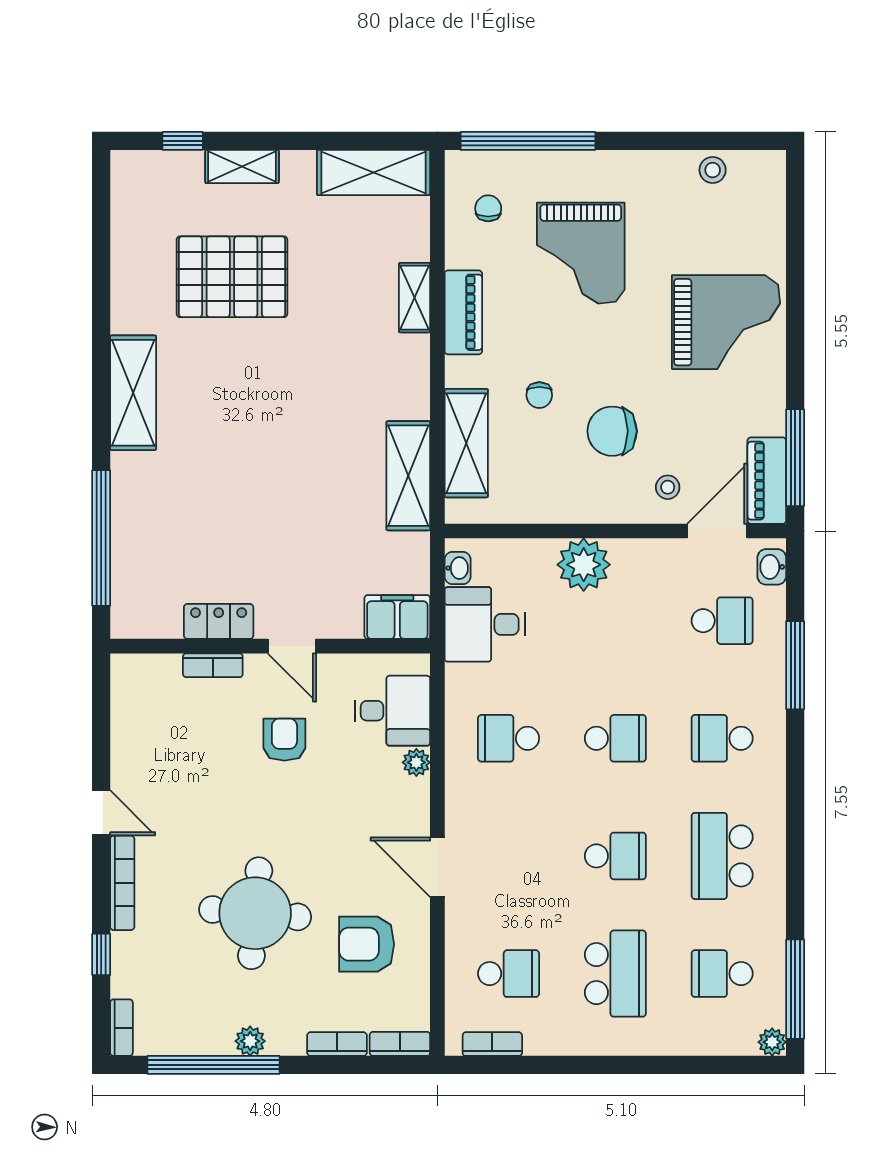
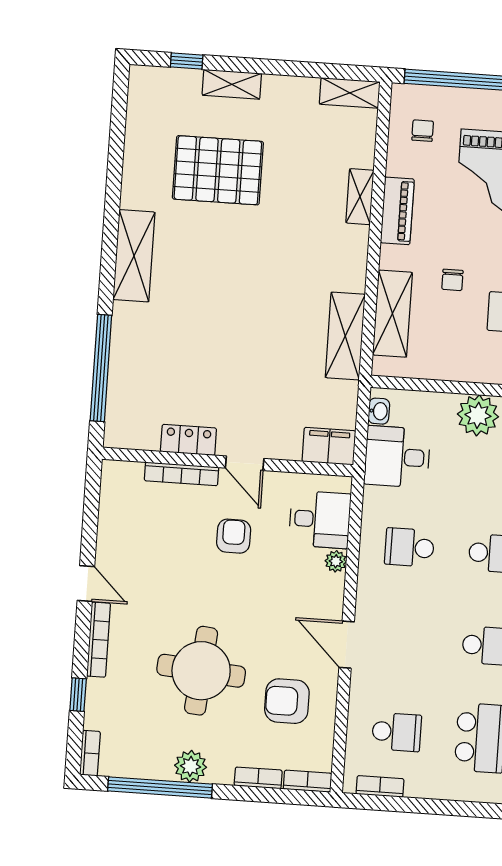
shelving: (373, 173) -> (350, 93), width x0.67, depth x0.75
bookcase: (213, 665) -> (182, 474), width x1.56
plant: (250, 1041) -> (191, 766), width x1.38, depth x1.38

